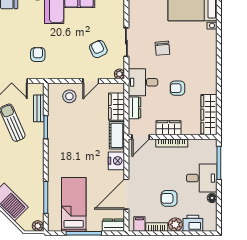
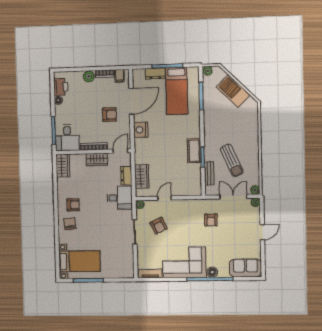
chair: (162, 48) -> (70, 224), moved
armchair: (177, 88) -> (73, 205), moved
stool: (69, 96) -> (183, 184), removed
wardrobe: (209, 115) -> (63, 166), width x0.67
cot: (117, 135) -> (194, 151), moved
desk: (202, 178) -> (67, 138), moved, turned -90
armchair: (169, 198) -> (110, 115), moved
printer: (193, 223) -> (61, 87), moved, turned -90
dresser: (113, 225) -> (155, 74), moved

